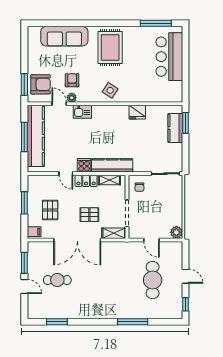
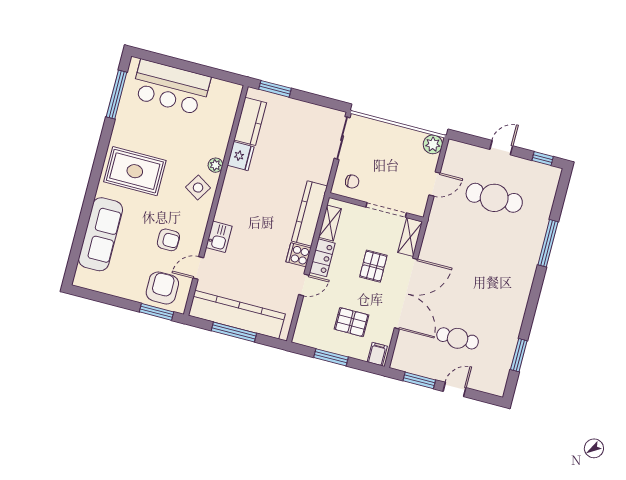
armchair: (72, 80) -> (168, 240), turned 180
plant: (72, 98) -> (215, 165), moved
kitchen counter: (175, 128) -> (250, 121), moved, turned -90
cafe table: (57, 280) -> (458, 338), turned 90

